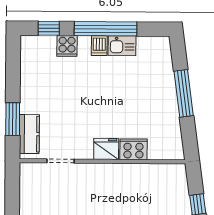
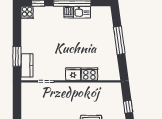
cooker: (67, 46) -> (27, 12), moved

